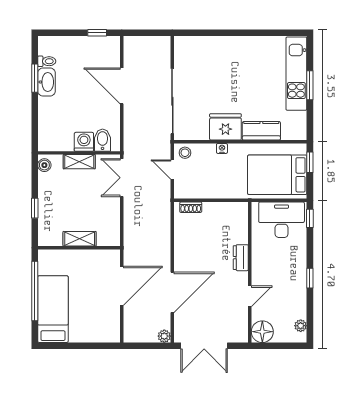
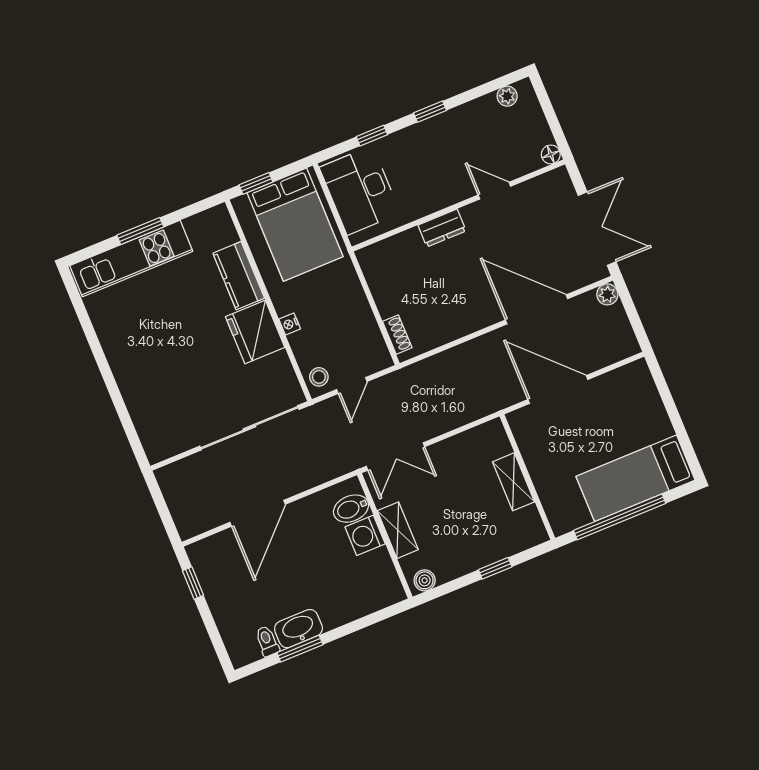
window: (310, 218) -> (372, 136), moved
floor lamp: (262, 332) -> (551, 154), width x0.53, depth x0.53

